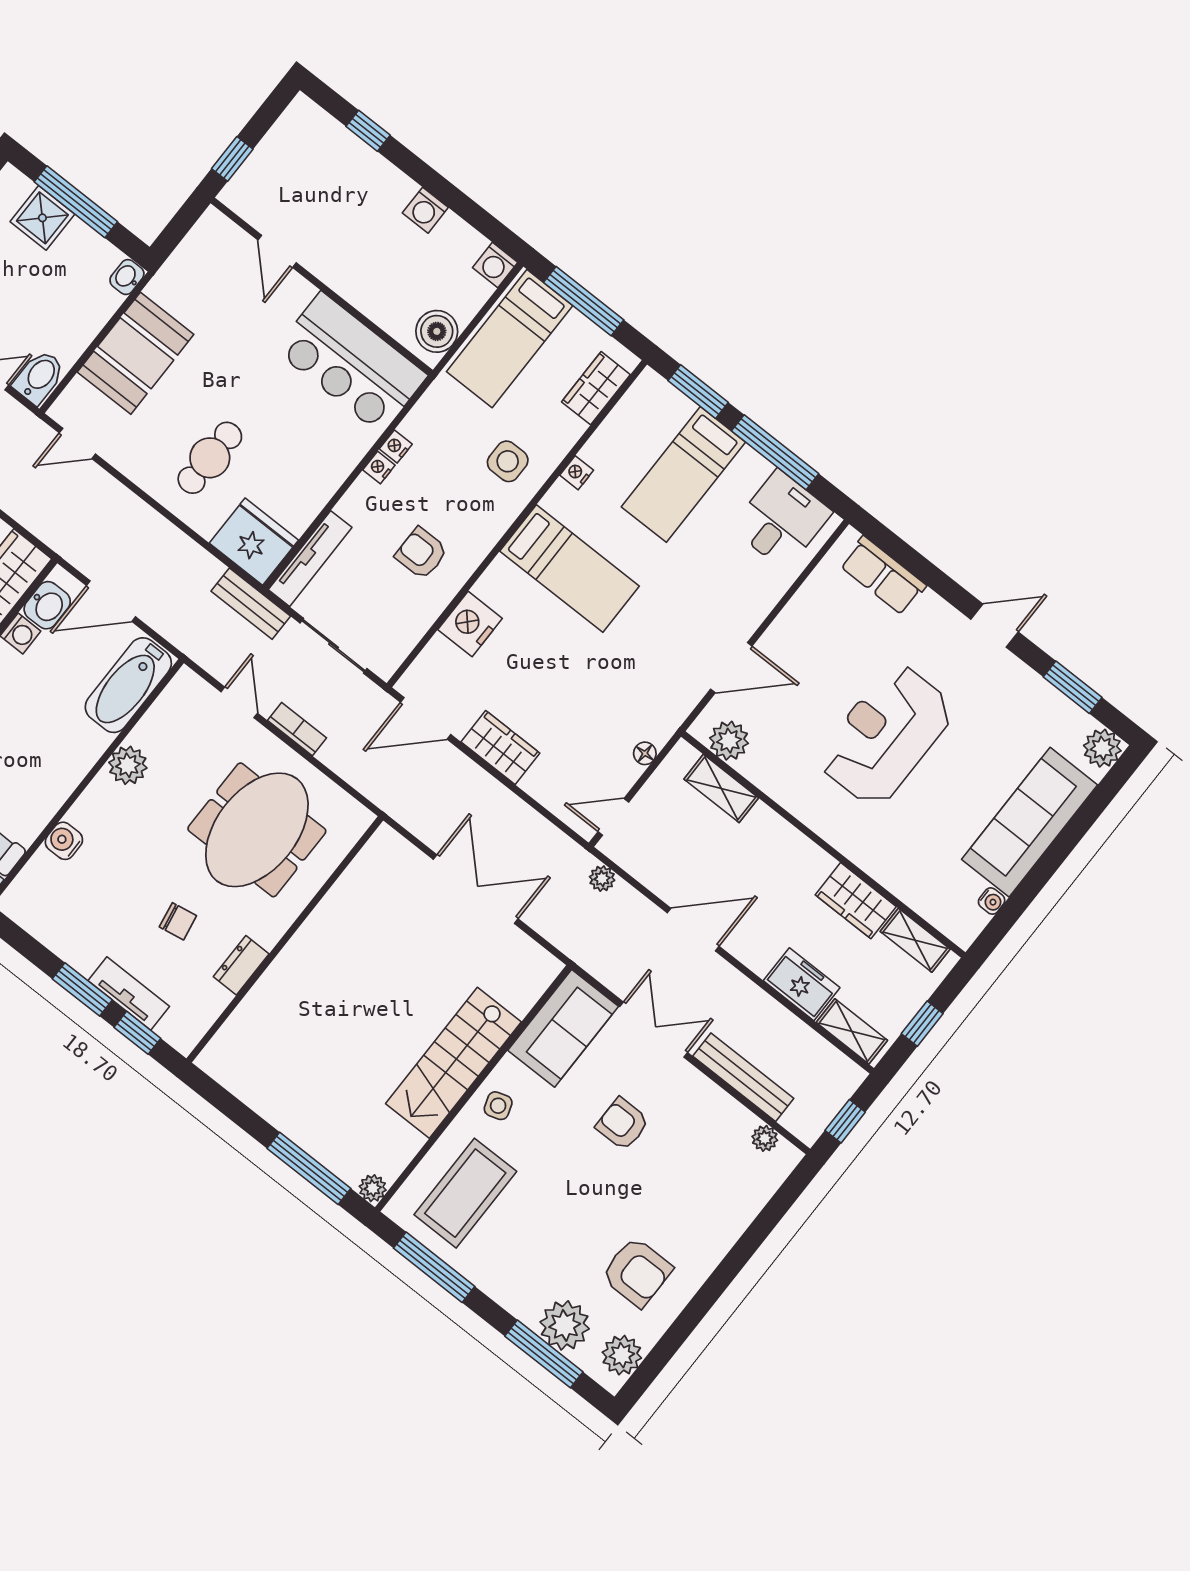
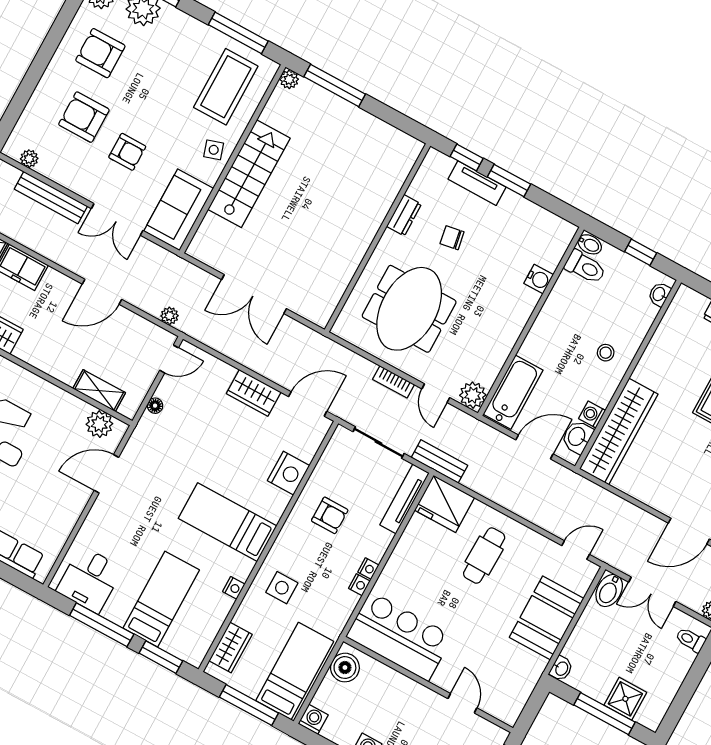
plant: (128, 765) -> (473, 395), moved
armchair: (676, 1184) -> (84, 117), added

